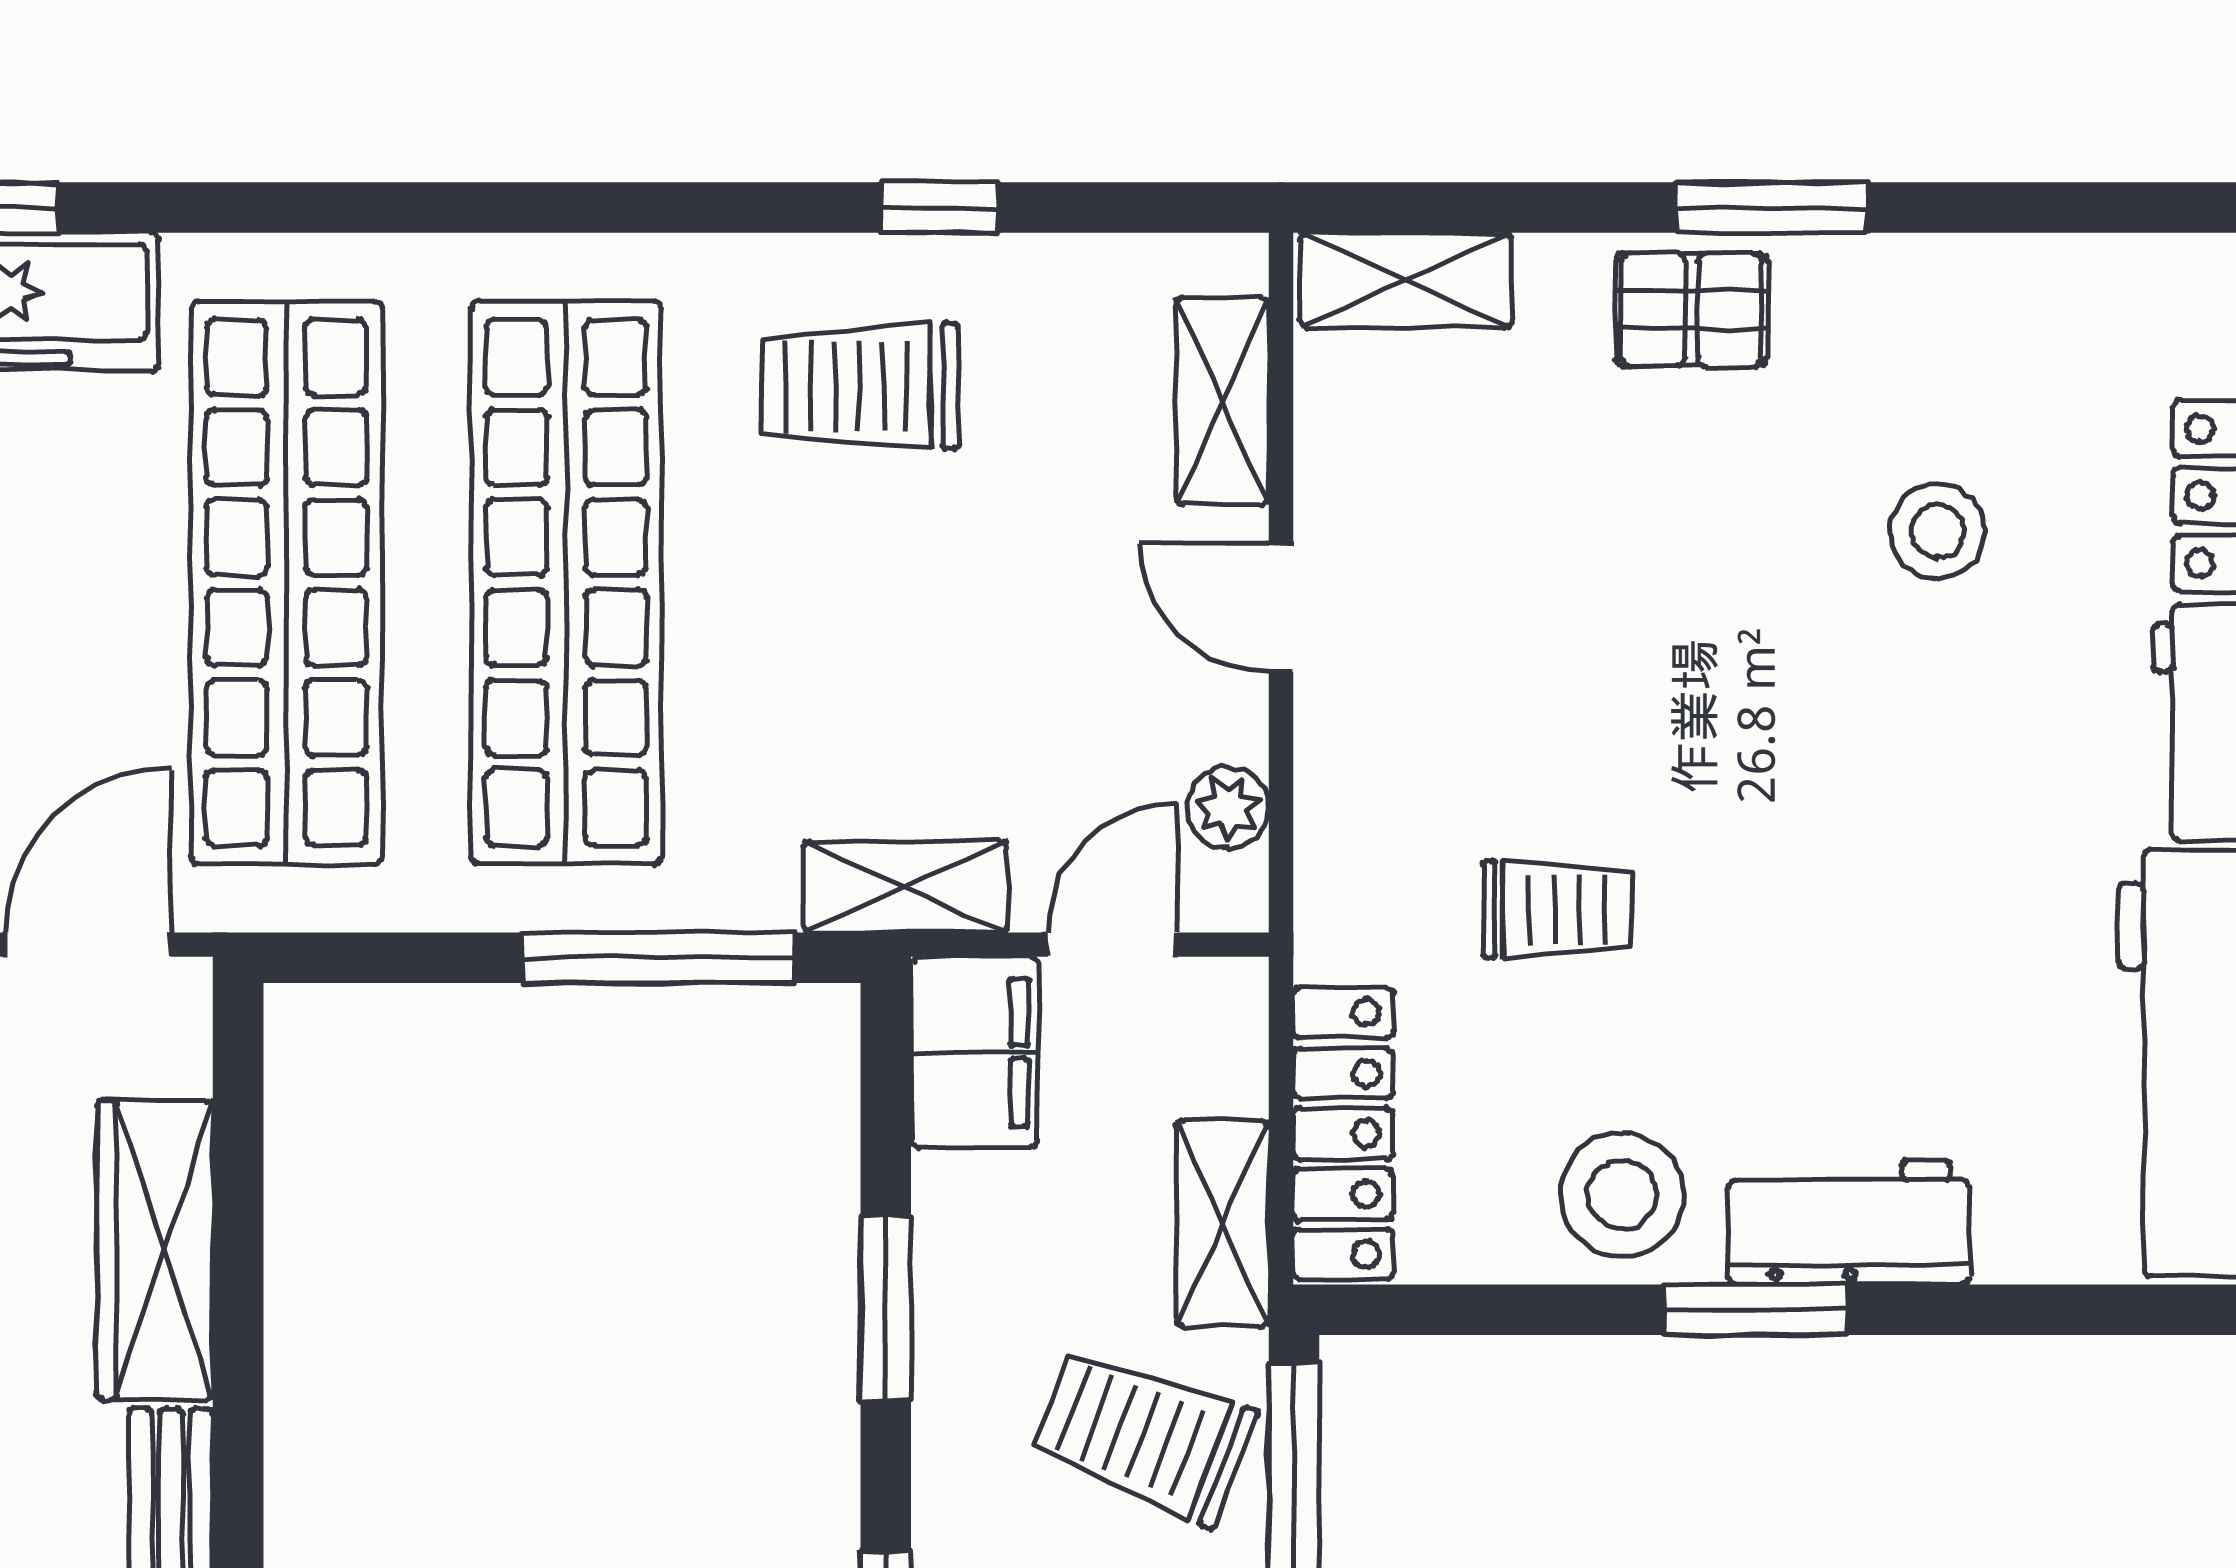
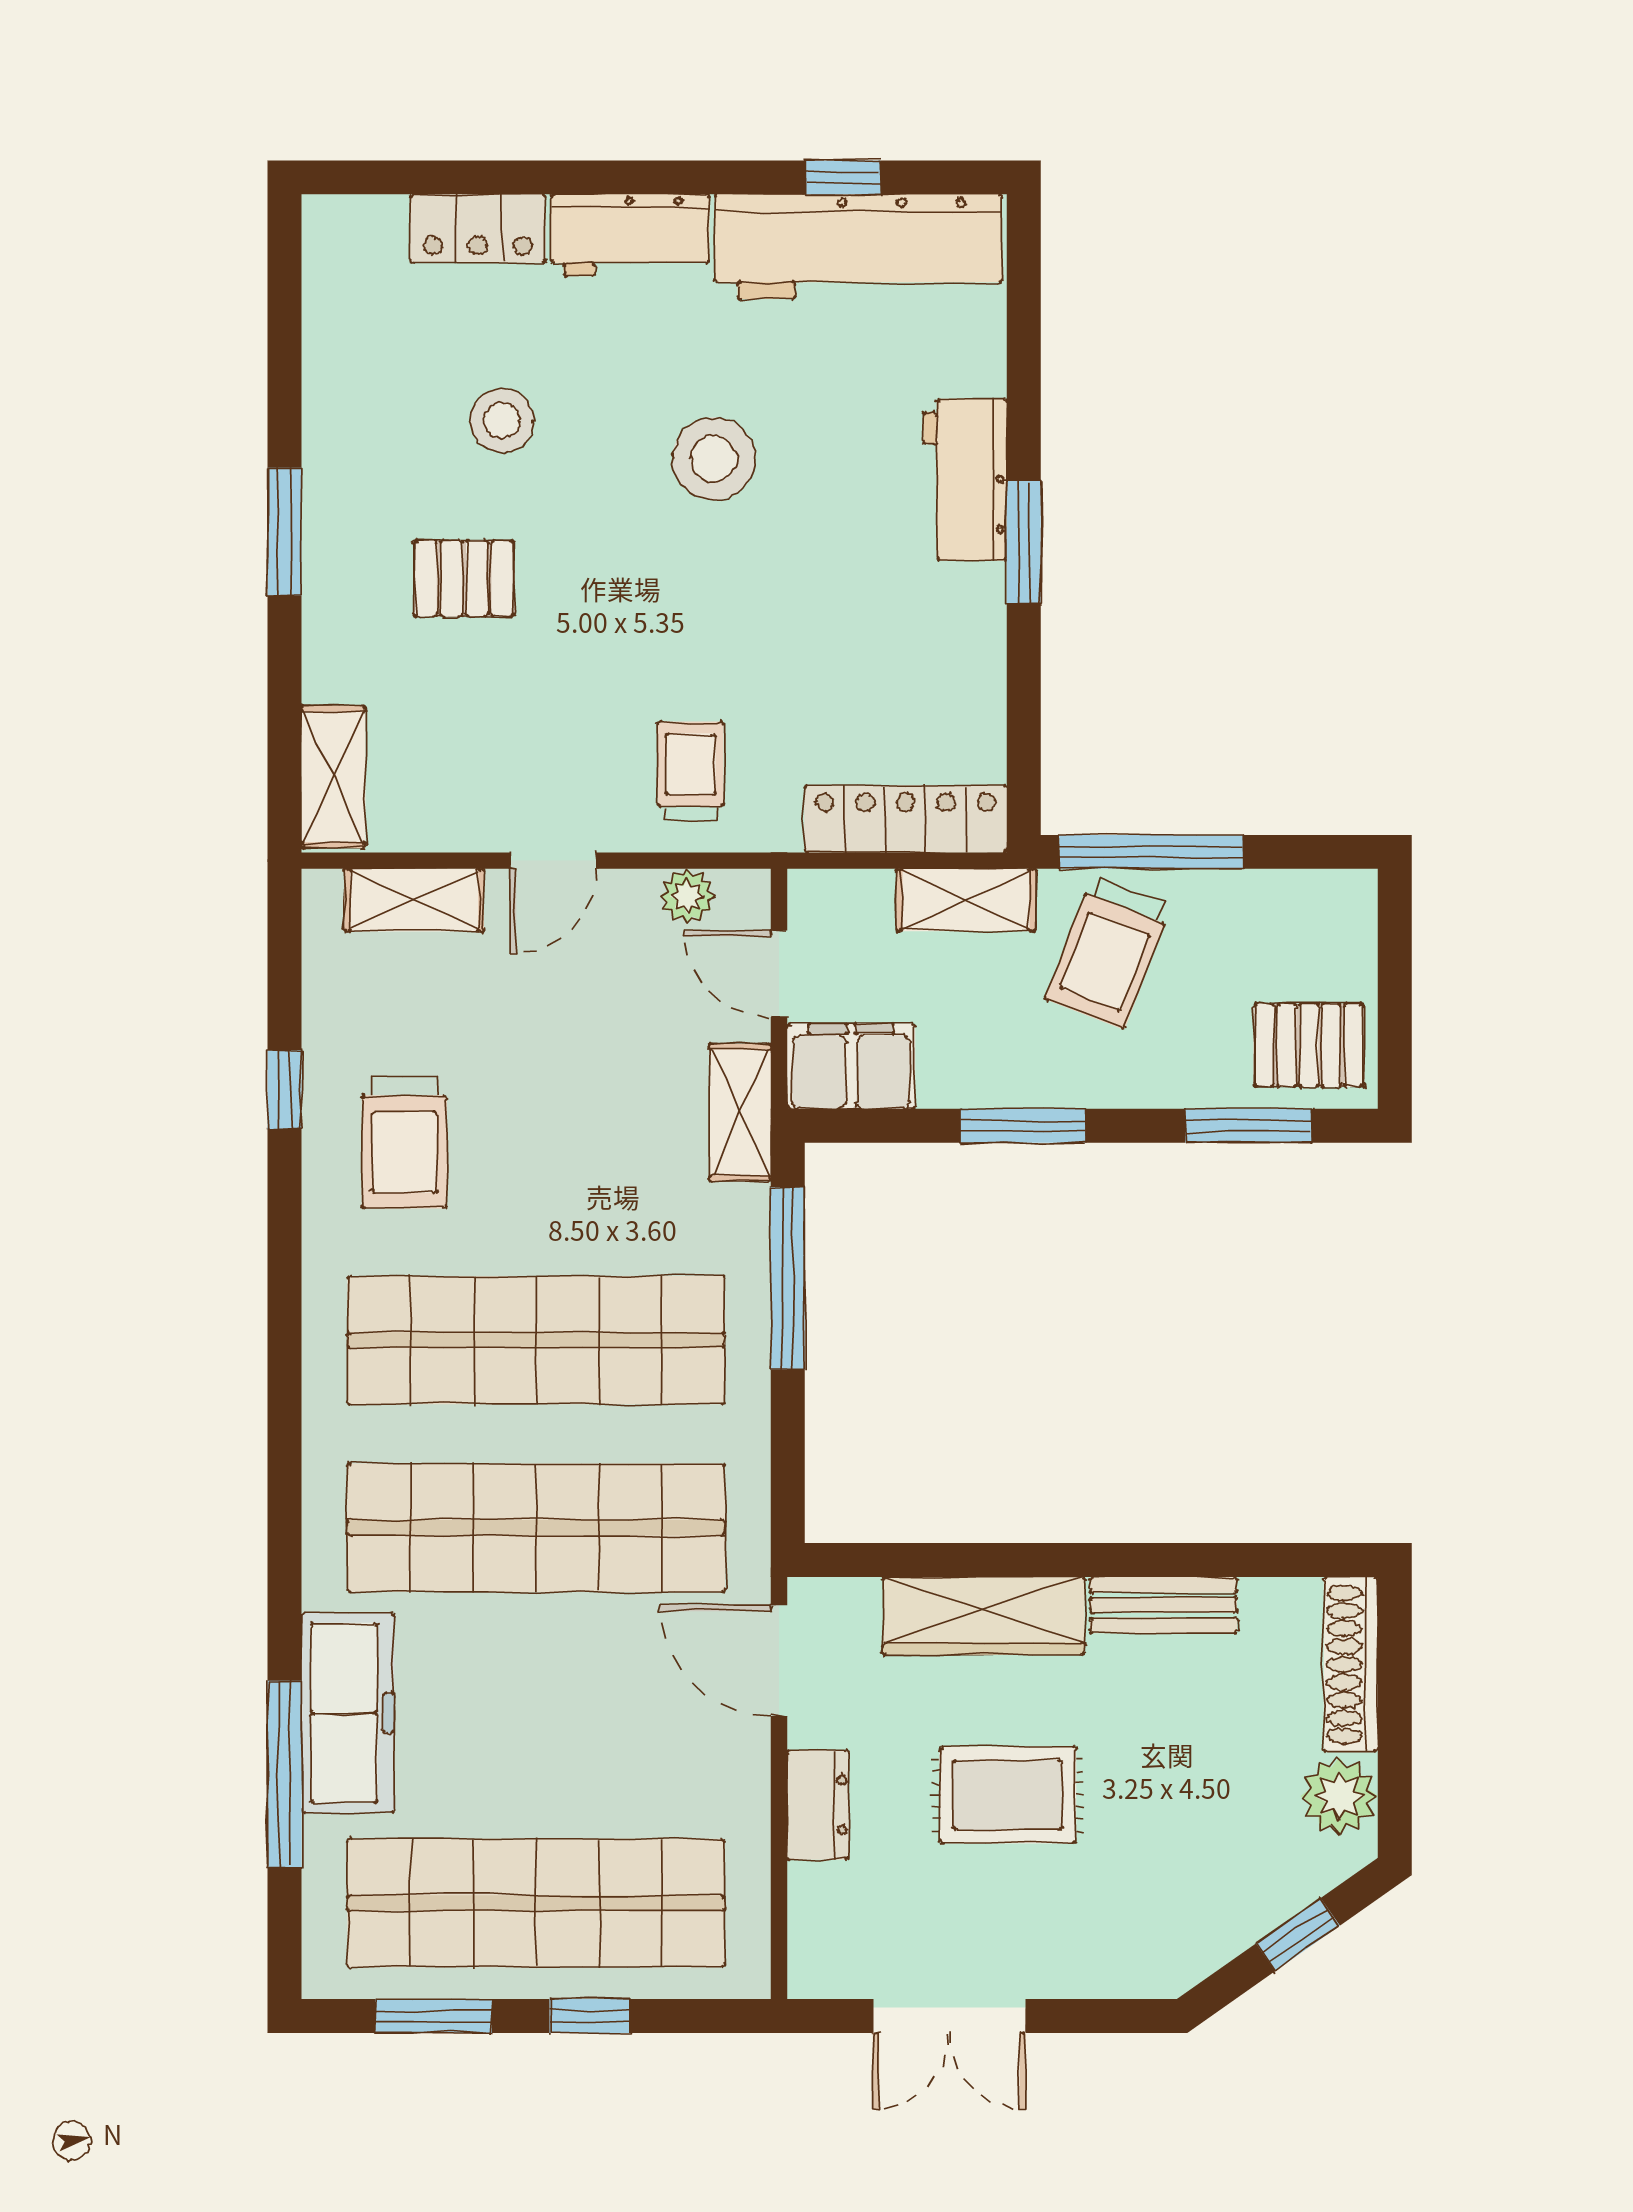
pallet: (1691, 310) -> (464, 578), moved, turned 90
trolley: (1557, 910) -> (691, 771), moved
stool: (1622, 1195) -> (714, 459), moved

